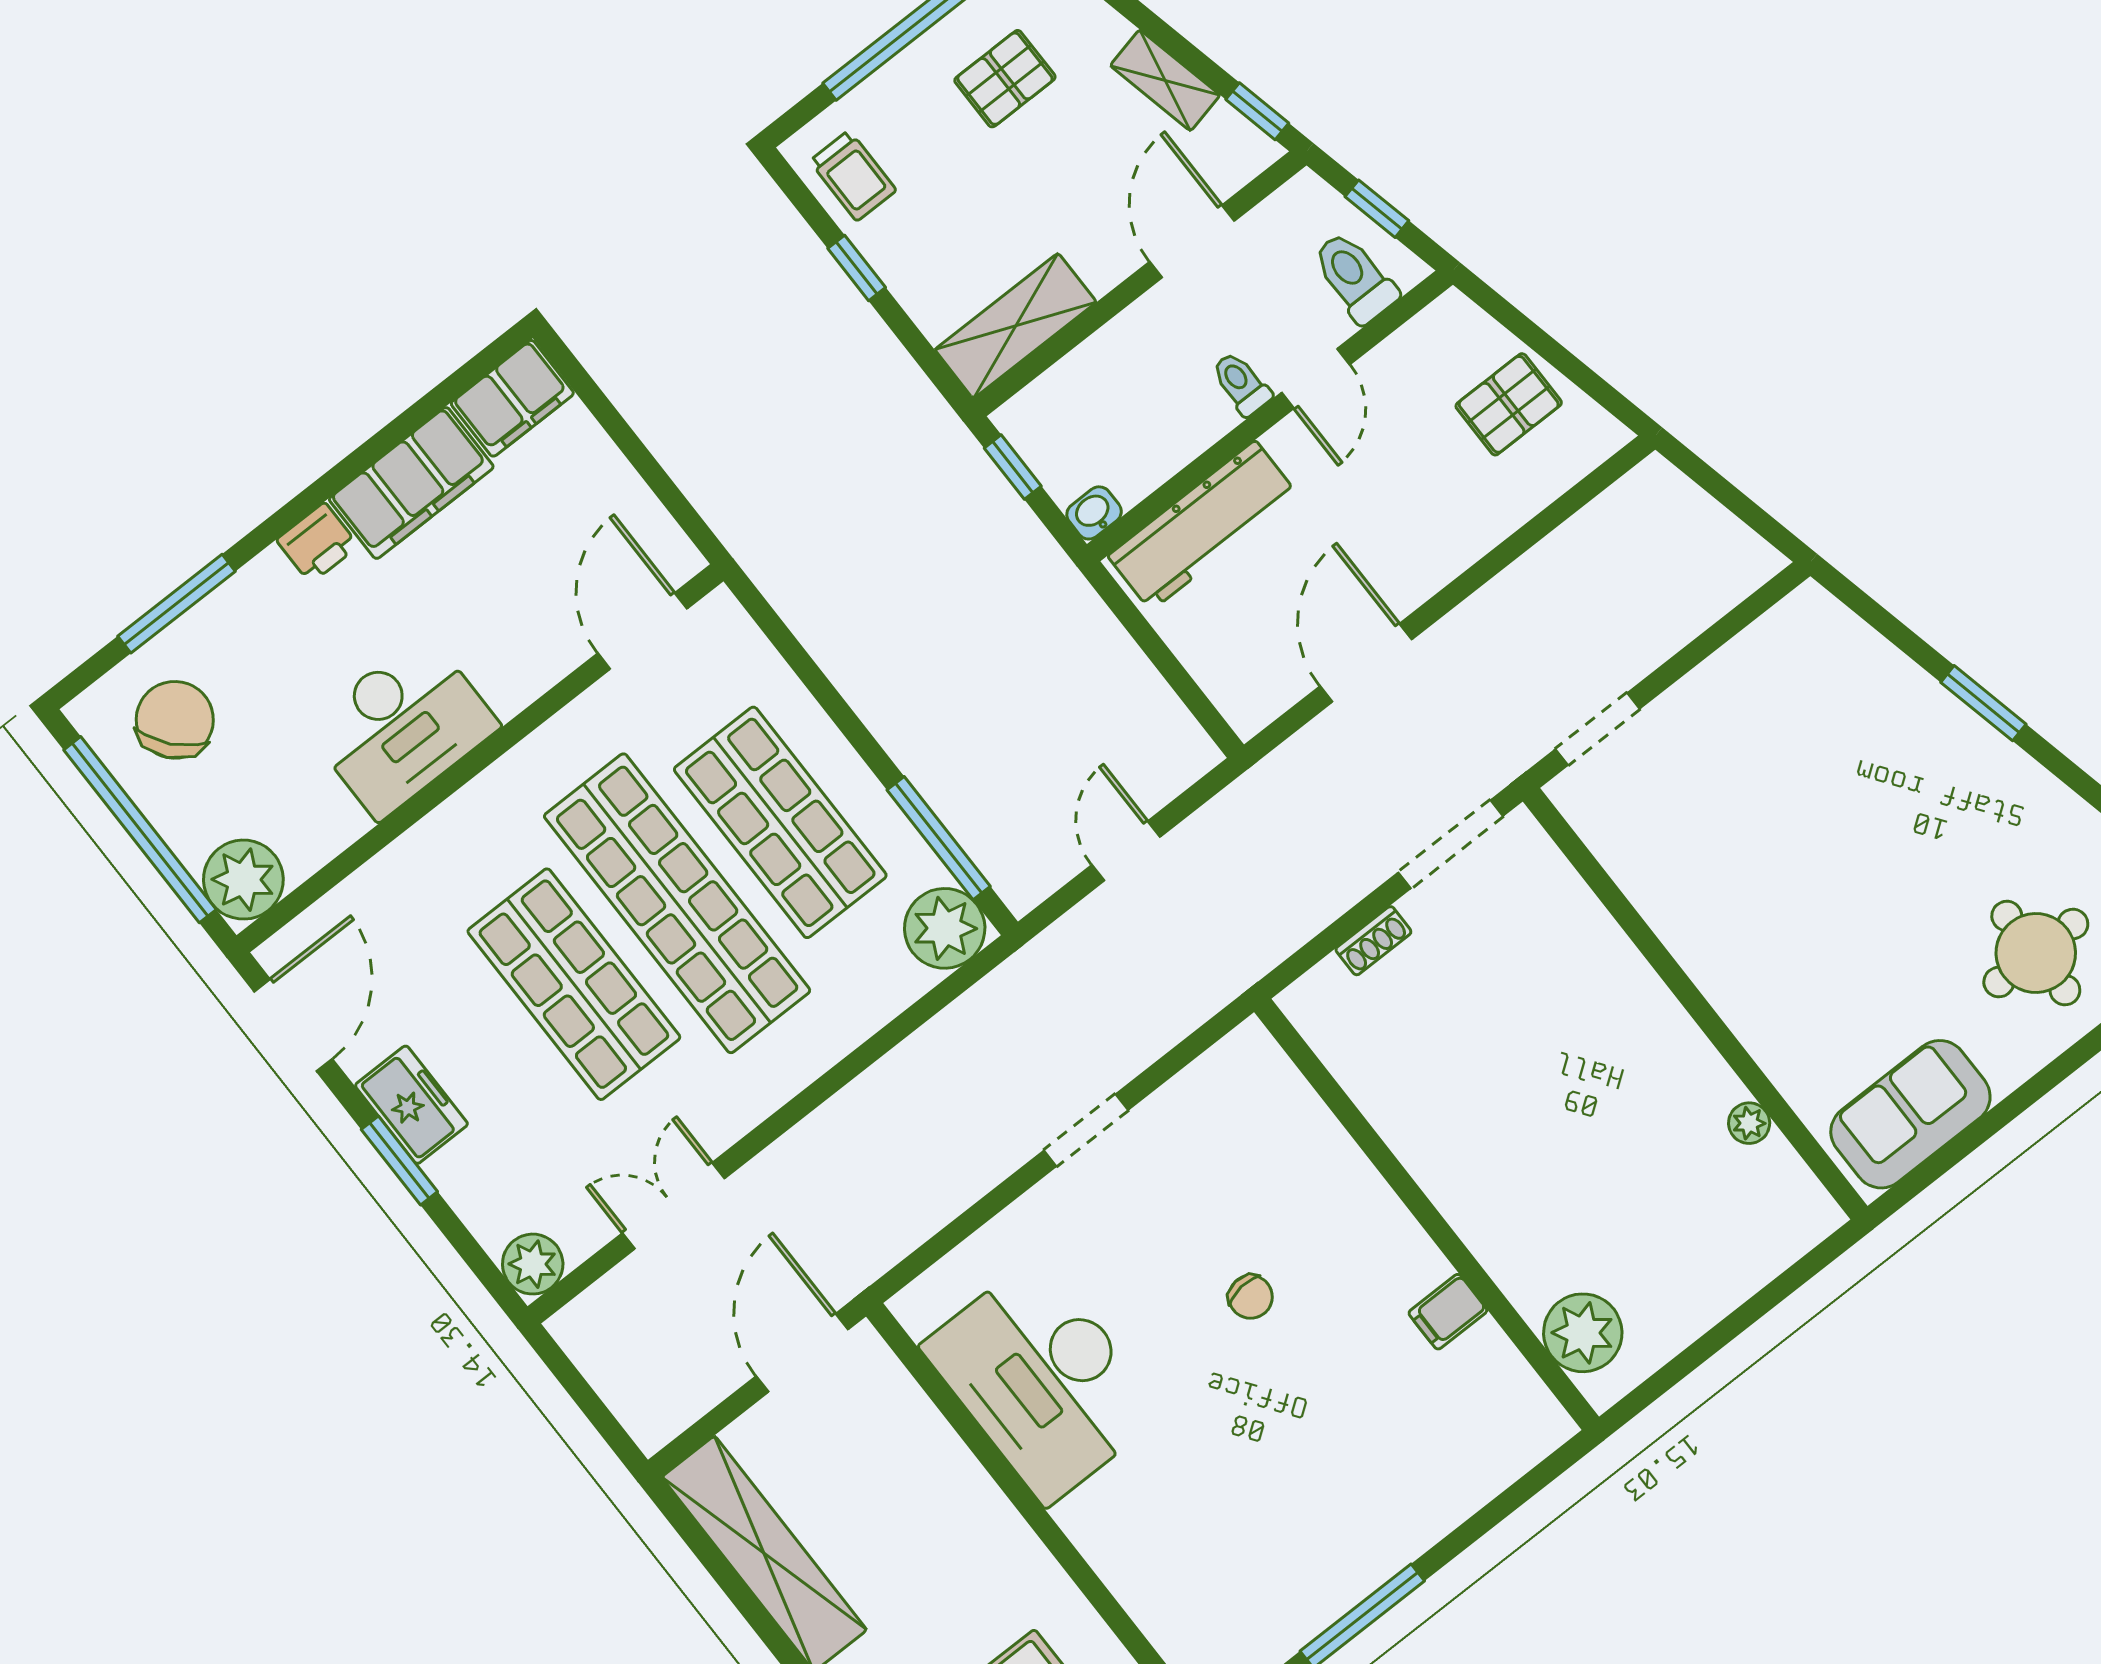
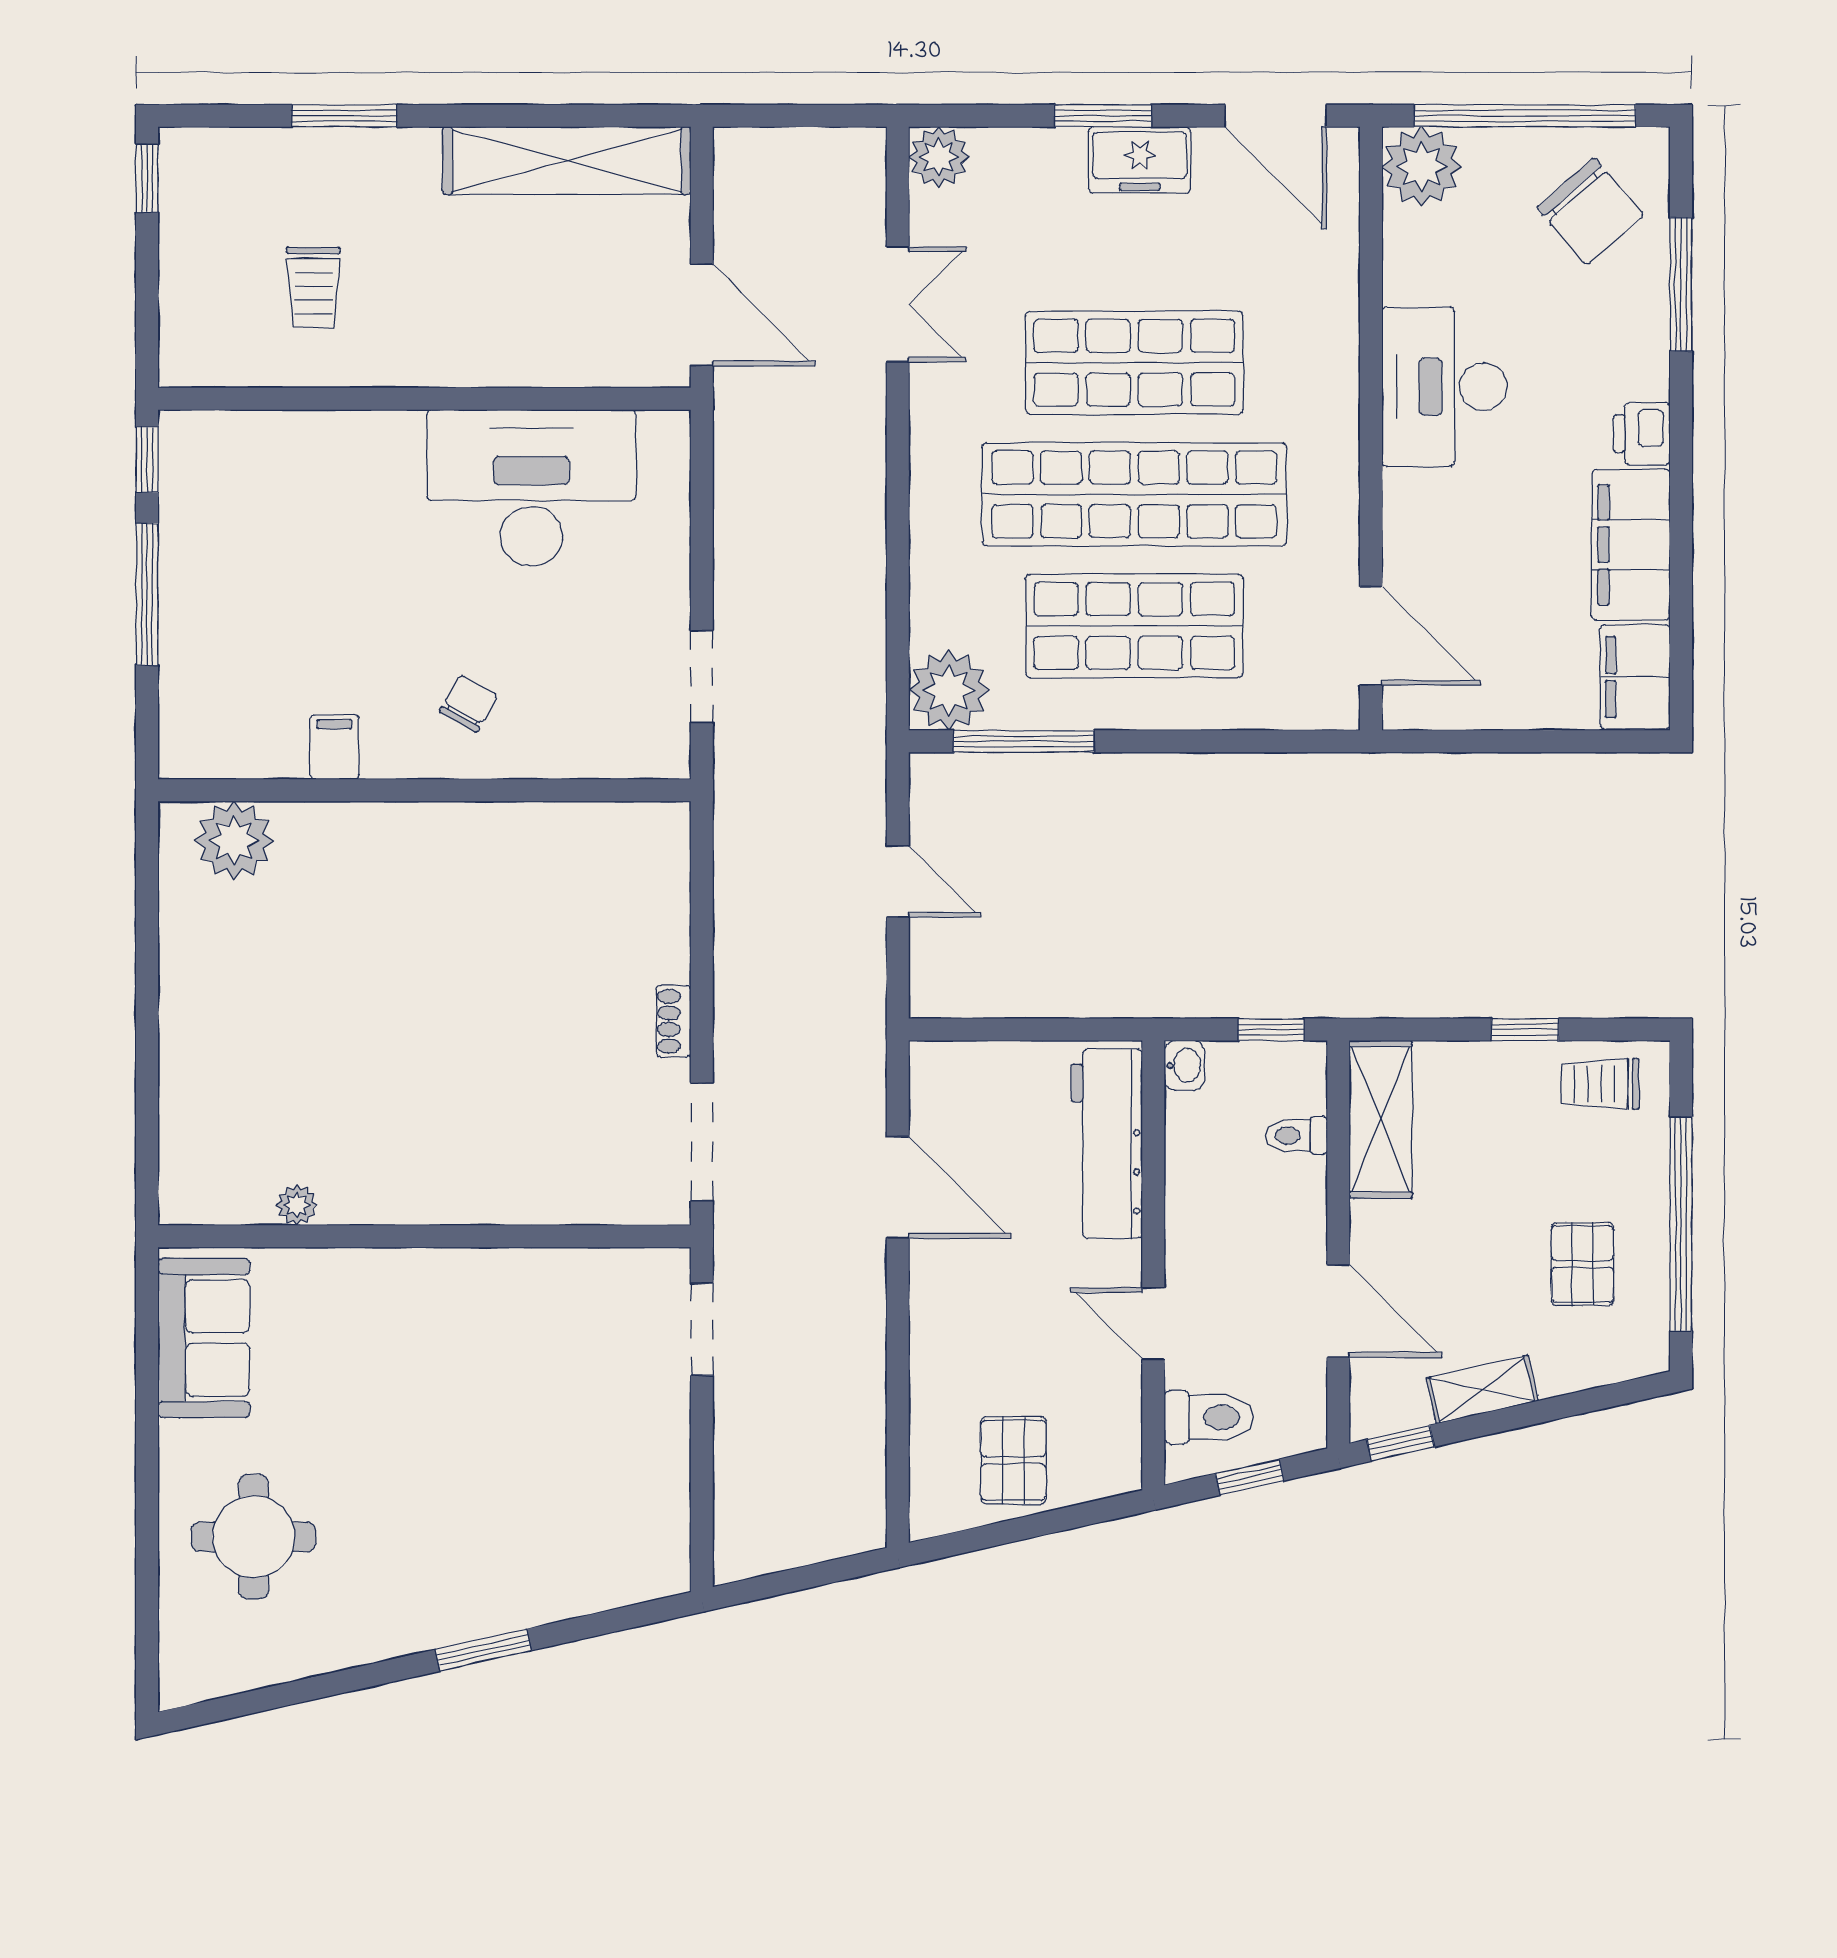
toilet: (1241, 384) -> (1296, 1135), moved, turned 180
wall: (1427, 1214) -> (424, 790), moved
chair: (1251, 1297) -> (468, 704), turned 125
filing cabinet: (1448, 1312) -> (334, 747), moved
plant: (1583, 1333) -> (234, 840), moved

